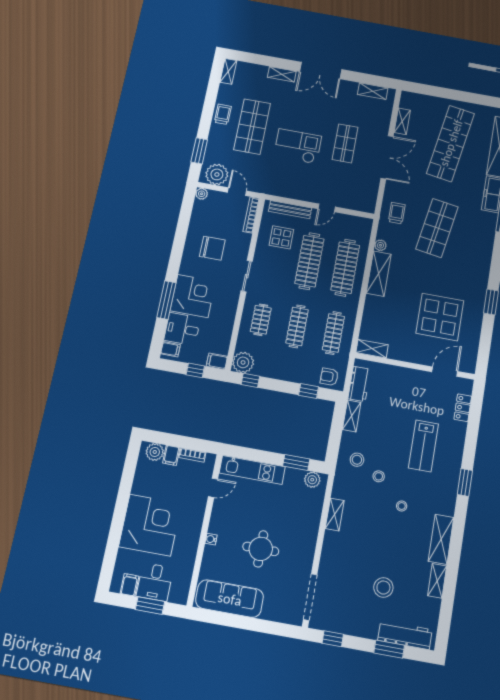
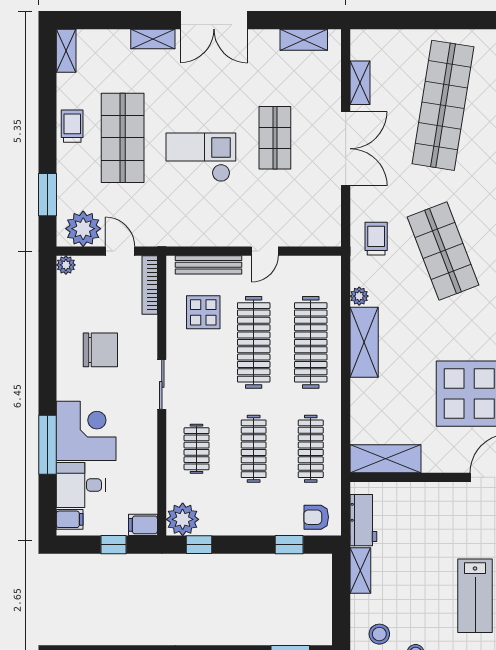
shop shelf: (437, 228) -> (443, 251), turned -30
shelving: (372, 349) -> (385, 459), width x1.50, depth x1.33

